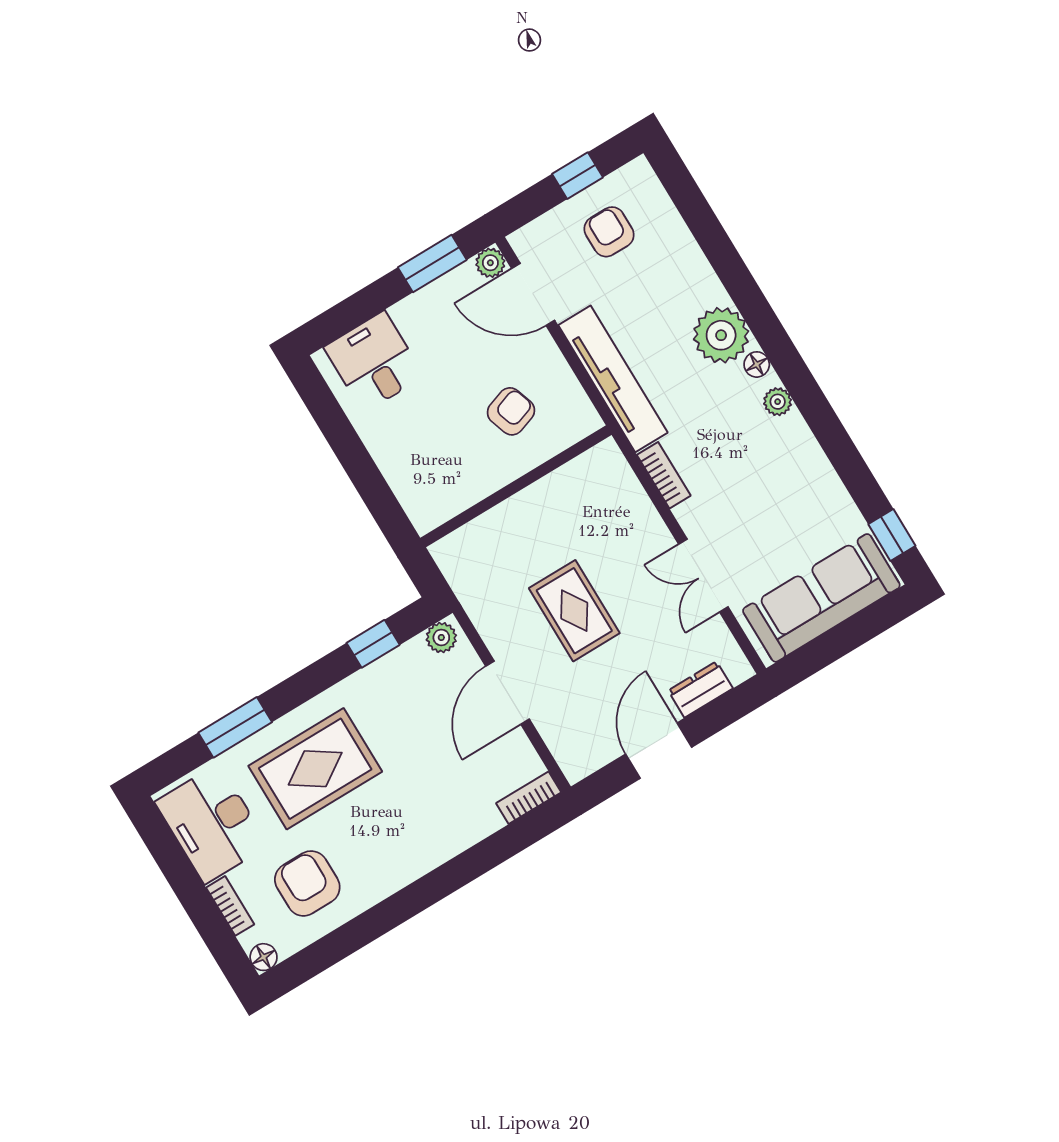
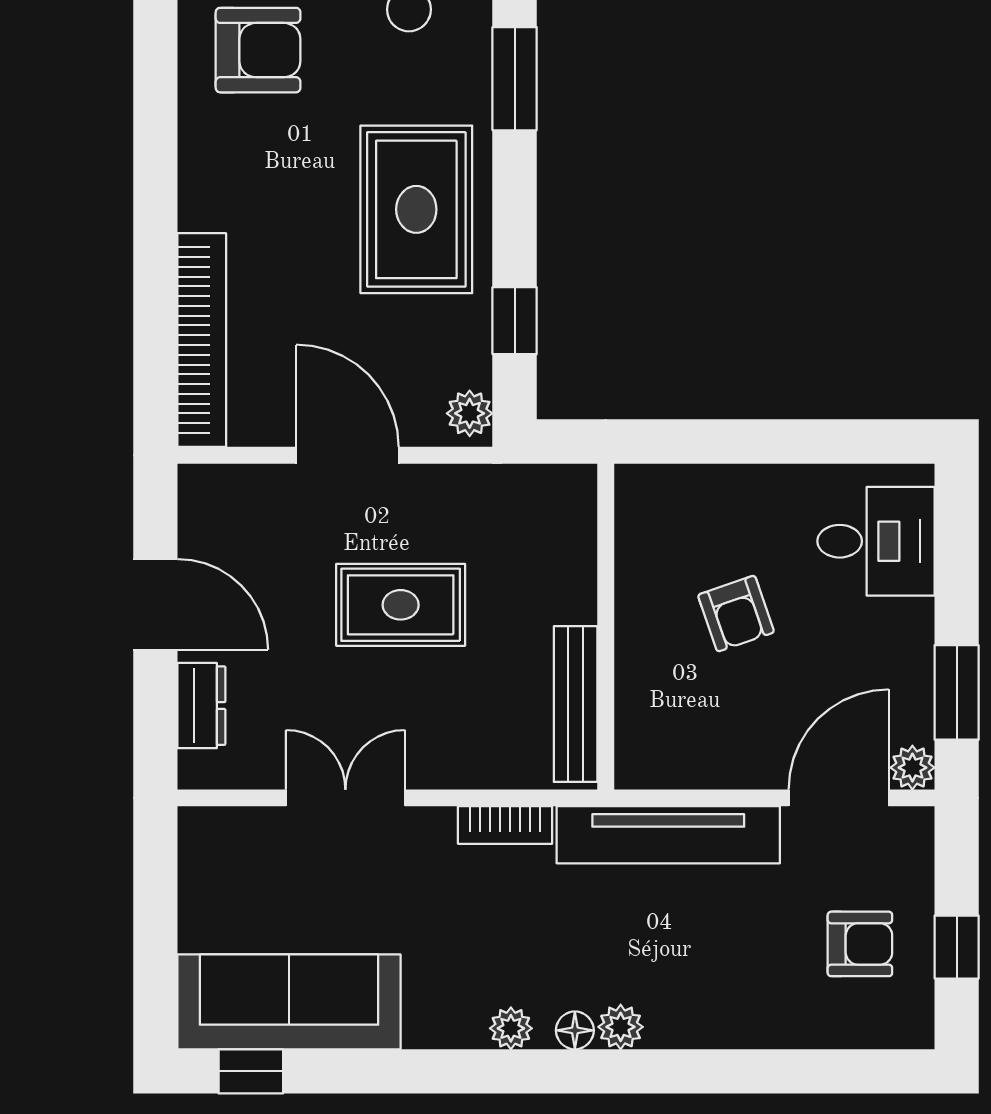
plant: (721, 335) -> (621, 1027), width x0.53, depth x0.53
armchair: (511, 411) -> (736, 614), moved
bench: (570, 477) -> (576, 704), added
sofa: (821, 598) -> (289, 1002), moved, turned -90
rug: (315, 769) -> (416, 209), moved
bookcase: (529, 798) -> (202, 340), width x2.31, depth x1.31

